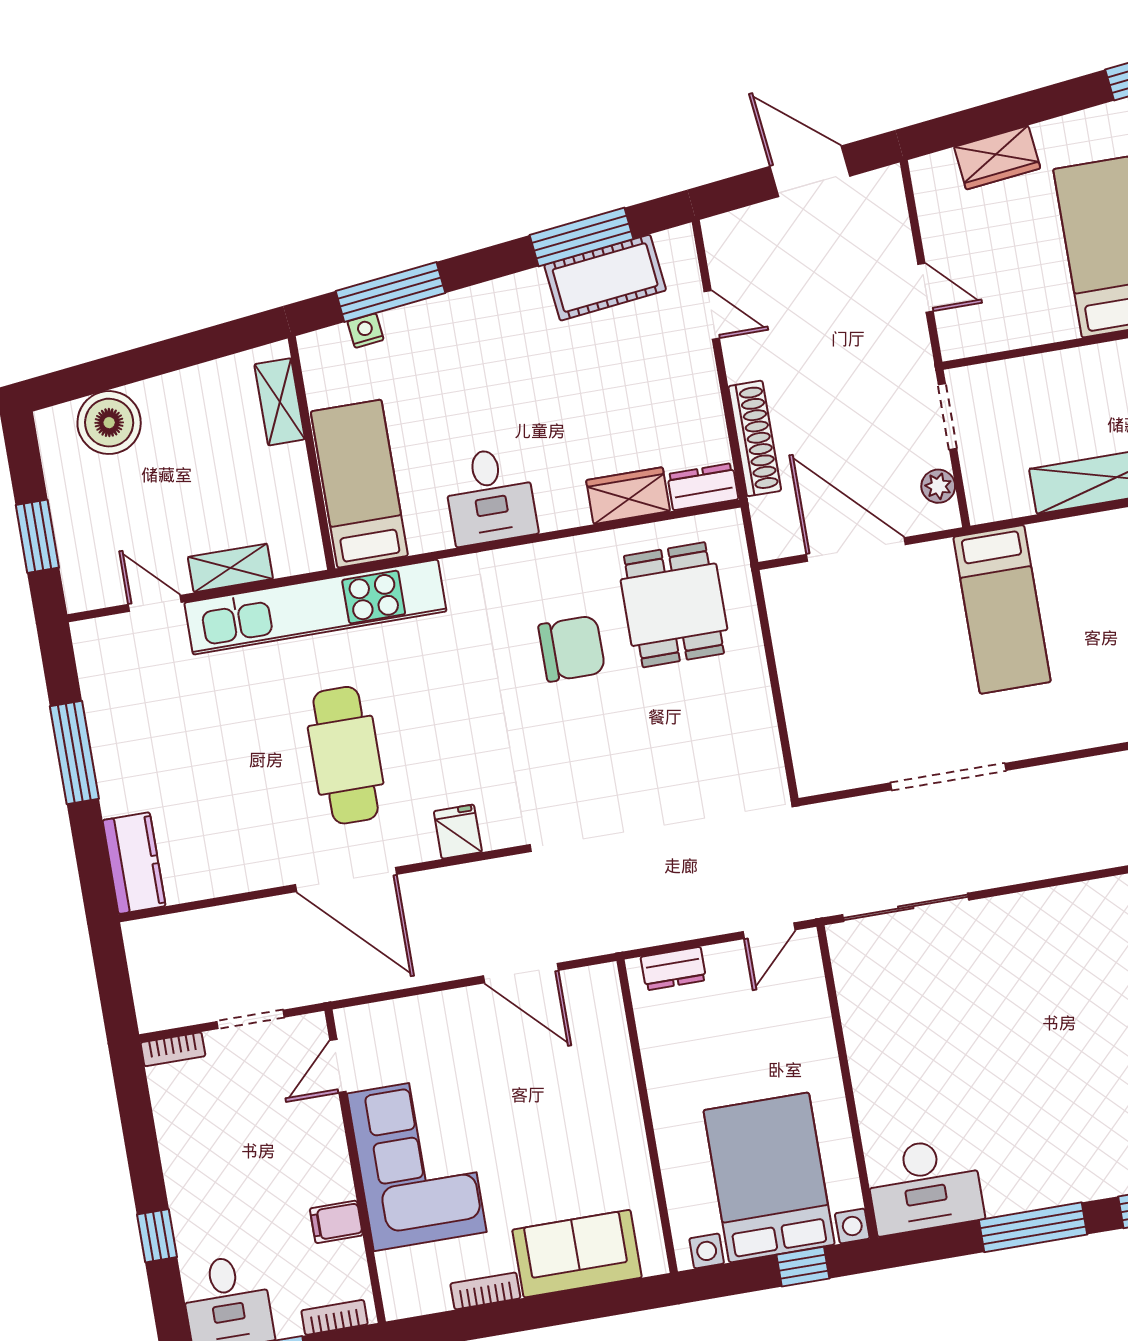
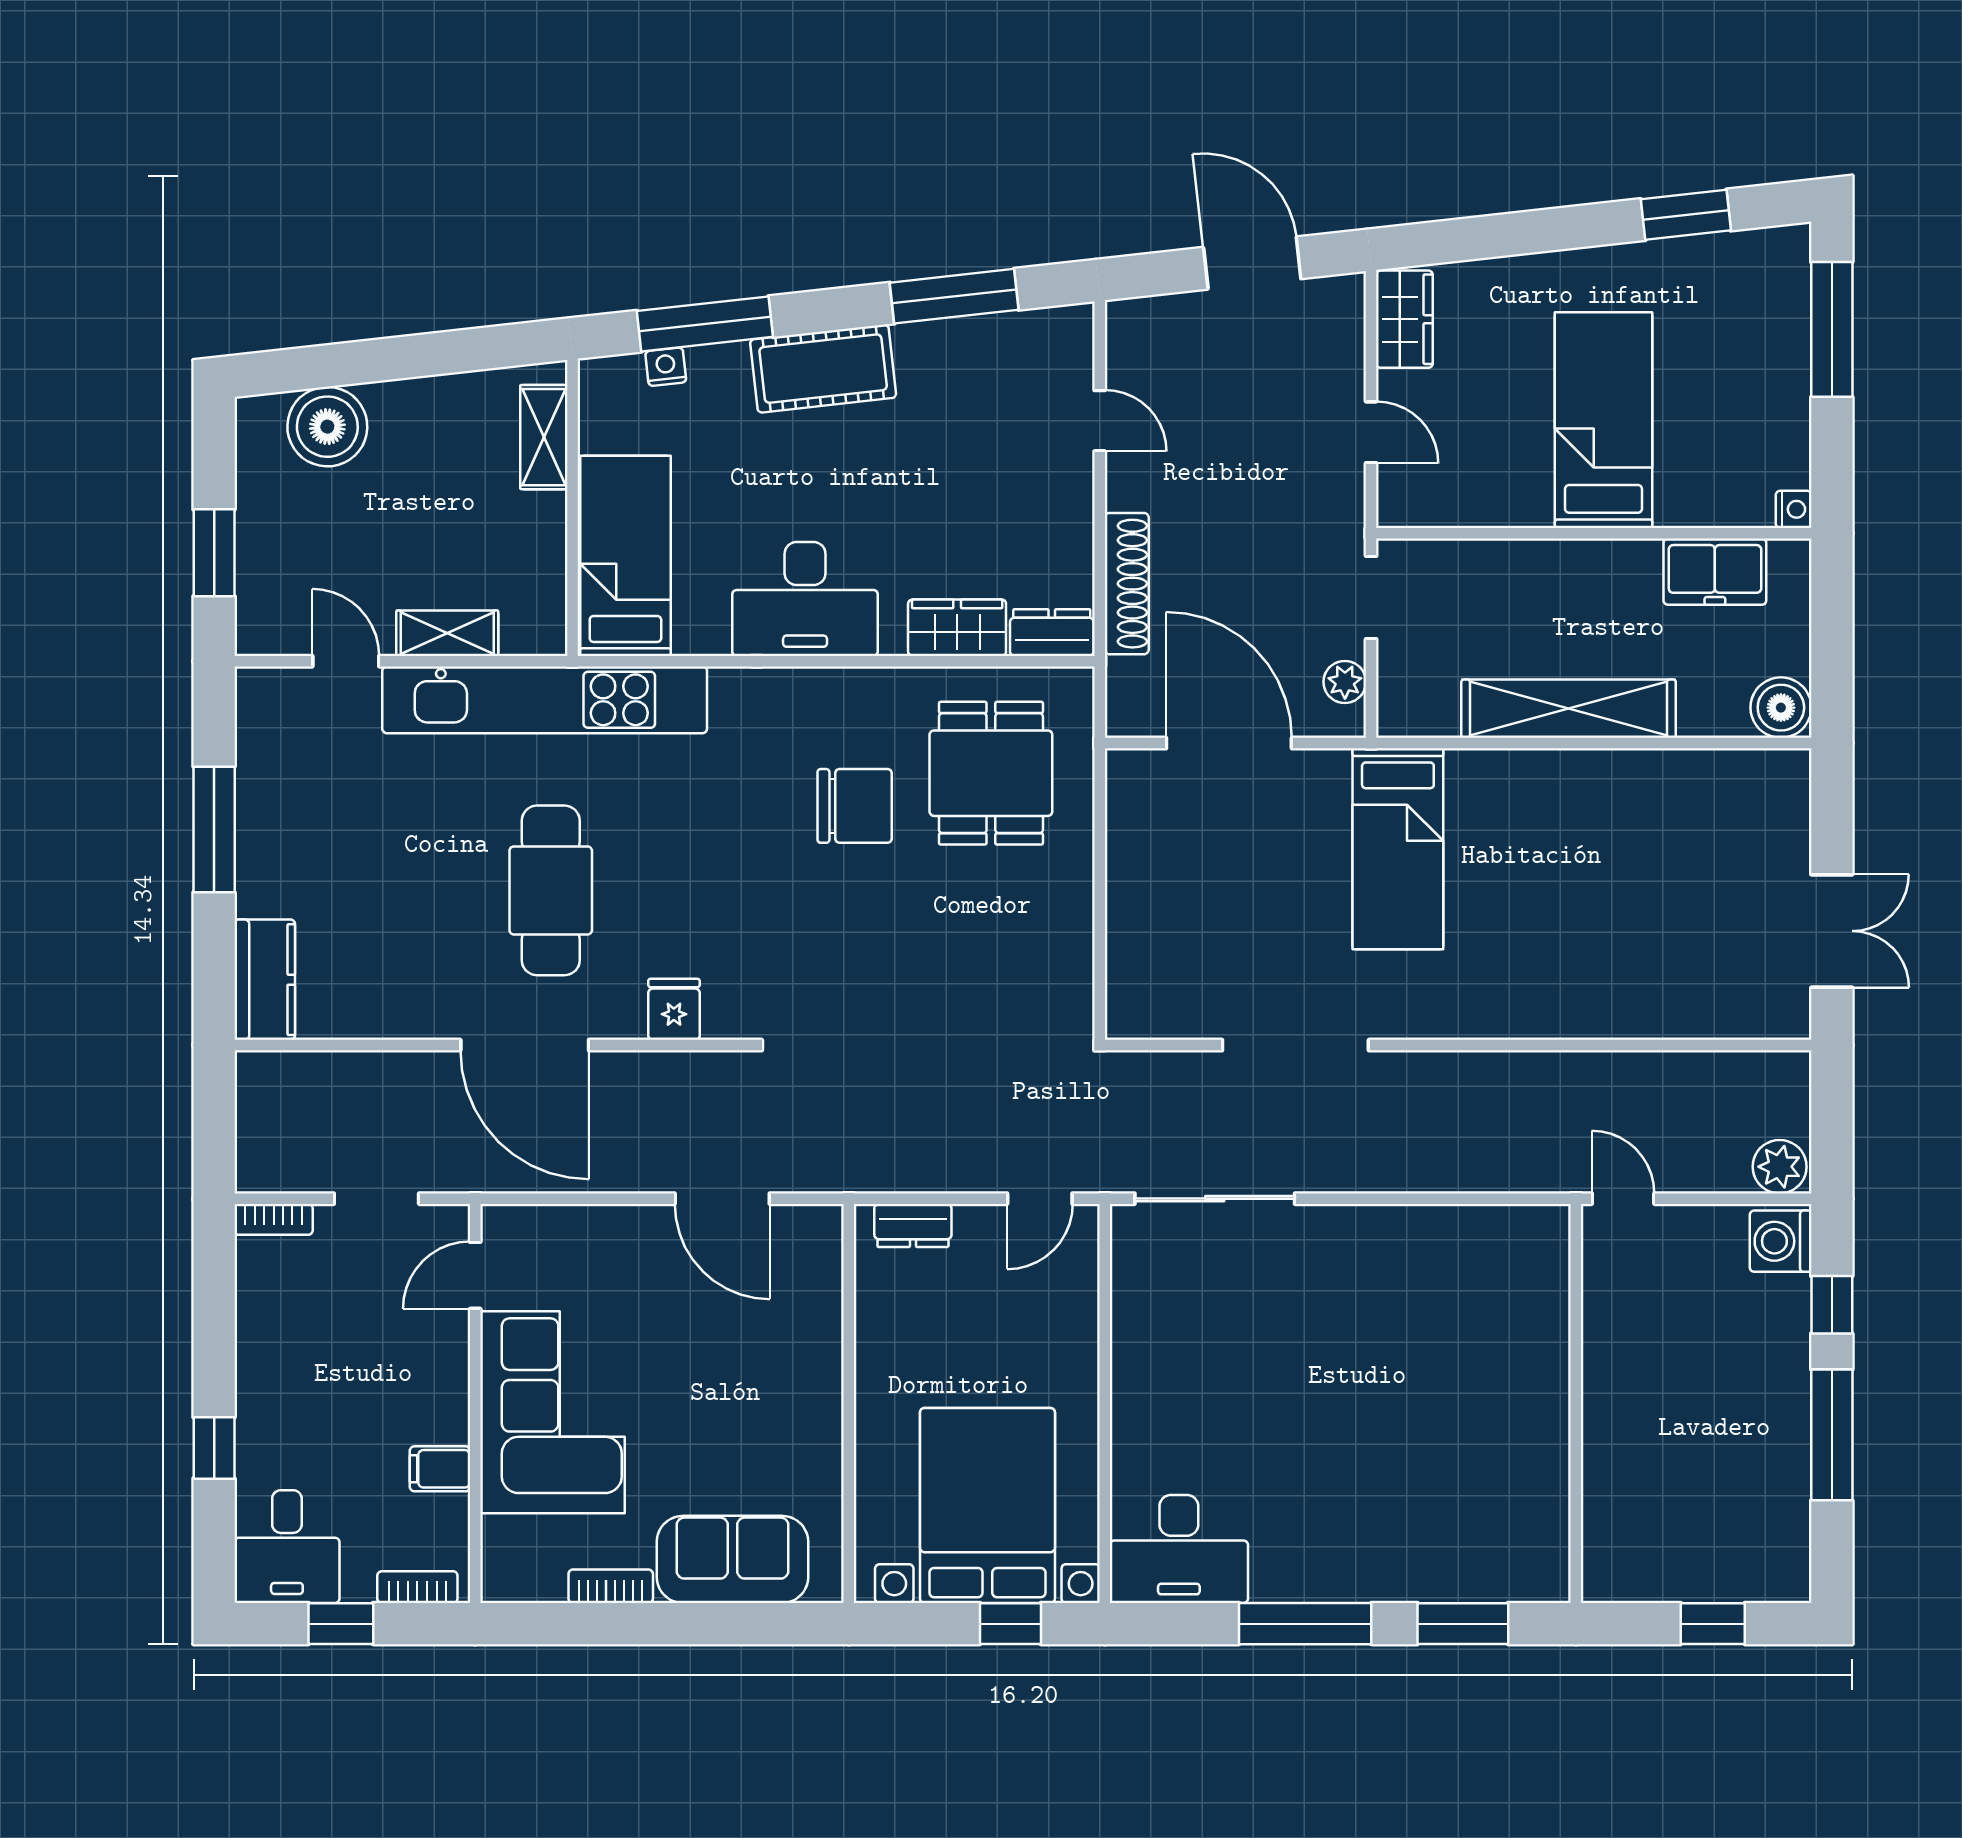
wardrobe: (997, 158) -> (1404, 319), moved, turned -84
cot: (605, 278) -> (823, 369), moved
desk: (490, 496) -> (805, 599), width x1.37

